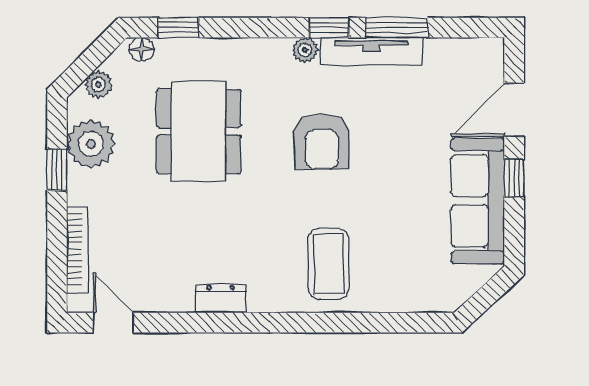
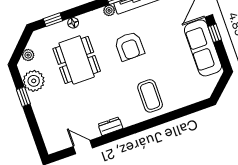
floor lamp: (142, 49) -> (73, 23), moved
bookcase: (78, 249) -> (44, 127), removed
door: (113, 323) -> (83, 147), moved

